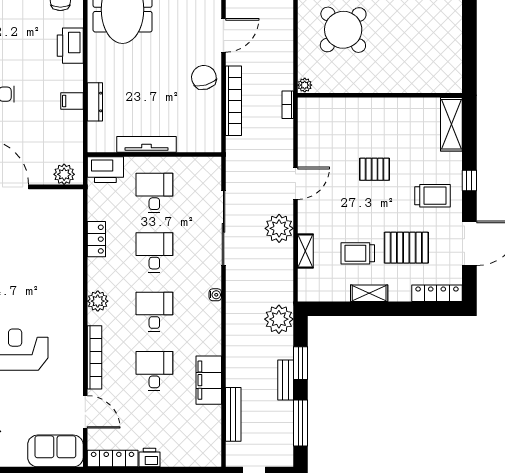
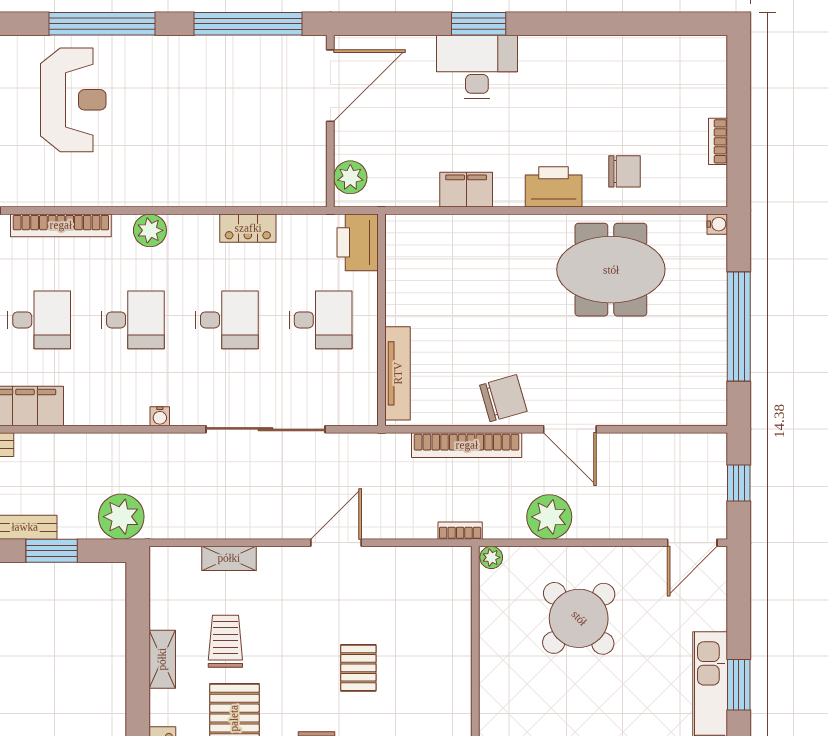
filing cabinet: (72, 101) -> (466, 190), width x2.00
dresser: (95, 102) -> (465, 226), removed
tv unit: (146, 144) -> (398, 373), moved
door: (295, 183) -> (336, 543), swing flipped
plant: (279, 228) -> (549, 517), moved

